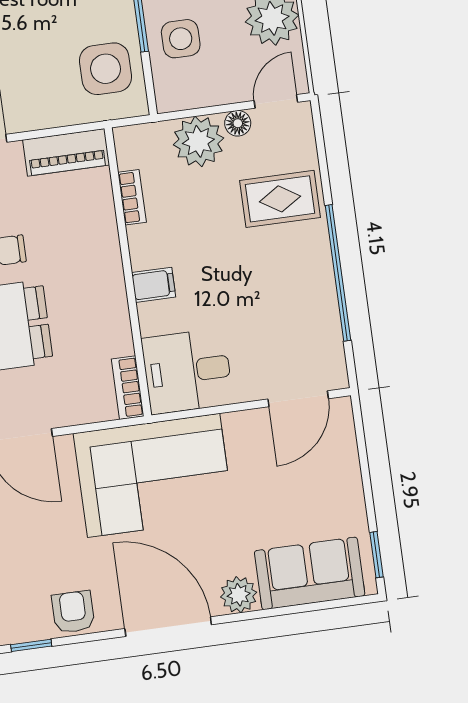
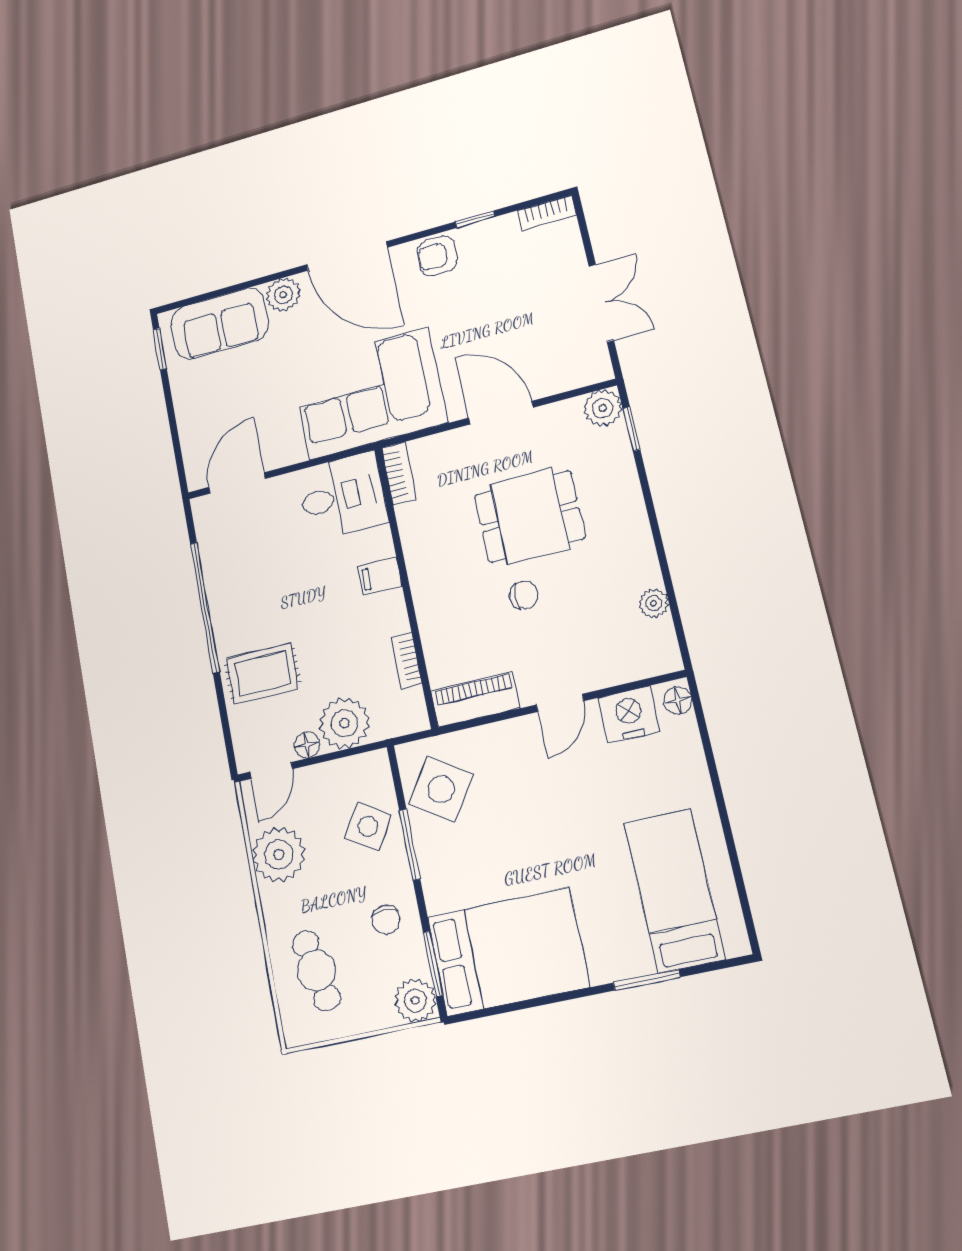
side table: (181, 39) -> (368, 827), turned 32
side table: (106, 69) -> (441, 789), turned 34
armchair: (73, 612) -> (437, 256), turned 91

